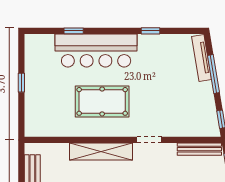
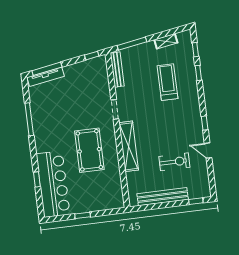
window: (151, 31) -> (29, 119), width x2.17
bar counter: (96, 51) -> (53, 184), moved
window: (213, 74) -> (47, 69), moved

